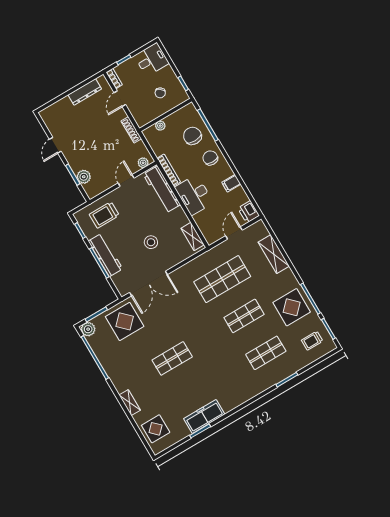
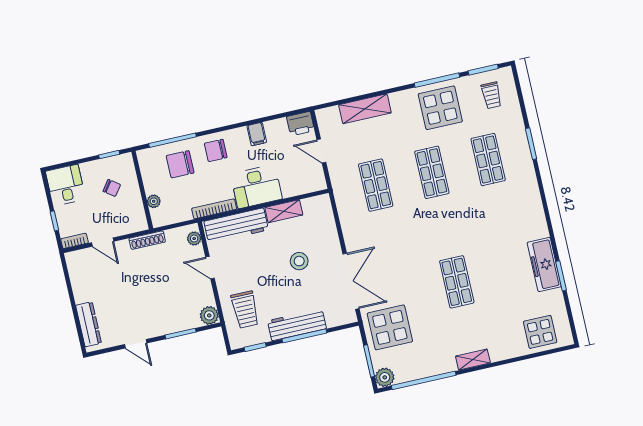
dresser: (85, 92) -> (89, 324), moved
plant: (84, 177) -> (209, 315), moved
shelving: (193, 236) -> (284, 211), moved
shop shelf: (222, 279) -> (376, 185), width x0.70, depth x0.74
shelving: (130, 403) -> (473, 360), moved

